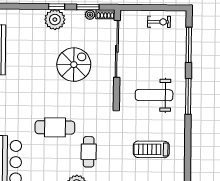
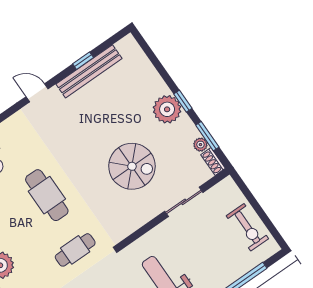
exercise bike: (159, 22) -> (247, 227), width x1.38, depth x1.39
sliding door: (117, 49) -> (184, 202), width x0.54
cafe table: (89, 152) -> (75, 250), moved

